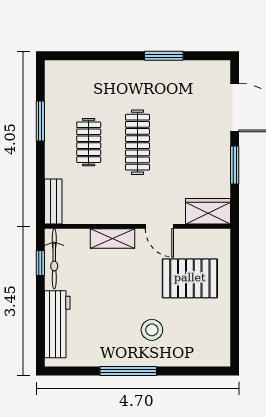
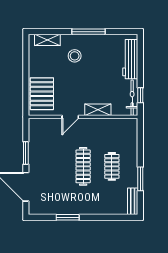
bench: (53, 201) -> (133, 201), moved
wardrobe: (208, 211) -> (42, 126), removed
door: (159, 226) -> (70, 117), swing flipped
pallet: (190, 278) -> (42, 94), moved, turned 90
shelving: (198, 357) -> (47, 40), added

